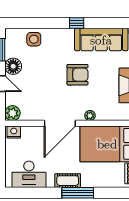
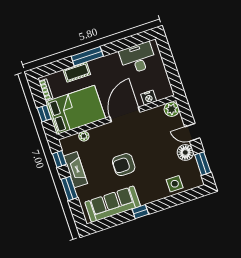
plant: (90, 116) -> (84, 136), moved
nightstand: (14, 132) -> (149, 98), moved
cot: (68, 181) -> (77, 72), moved

